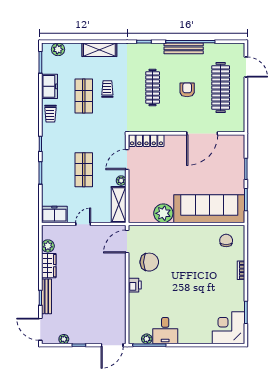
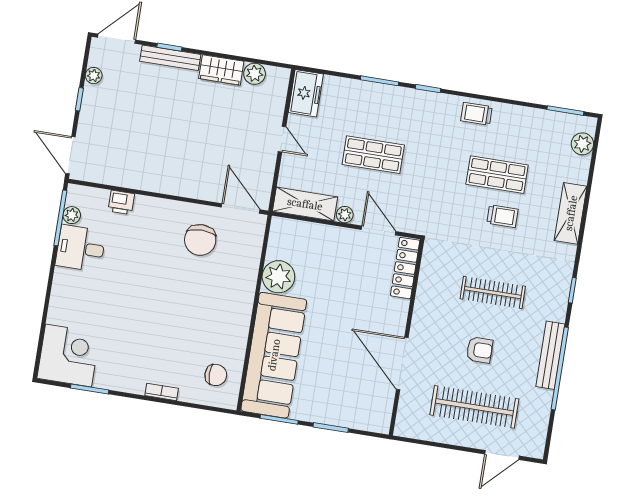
freezer: (49, 86) -> (522, 120), removed
printer: (135, 285) -> (121, 202), moved

